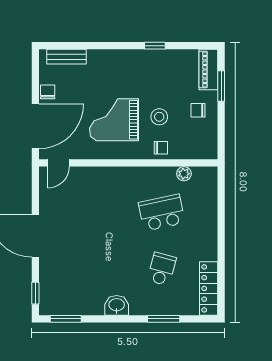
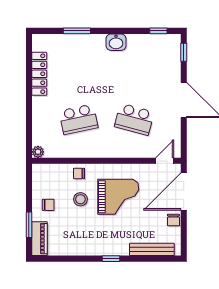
window: (155, 46) -> (111, 259), moved
bench: (66, 57) -> (152, 249), width x1.36
plant: (184, 174) -> (38, 152), moved
school desk: (162, 269) -> (134, 119), moved, width x1.85
locker: (209, 288) -> (39, 74), moved
window: (66, 319) -> (158, 31), width x0.67

